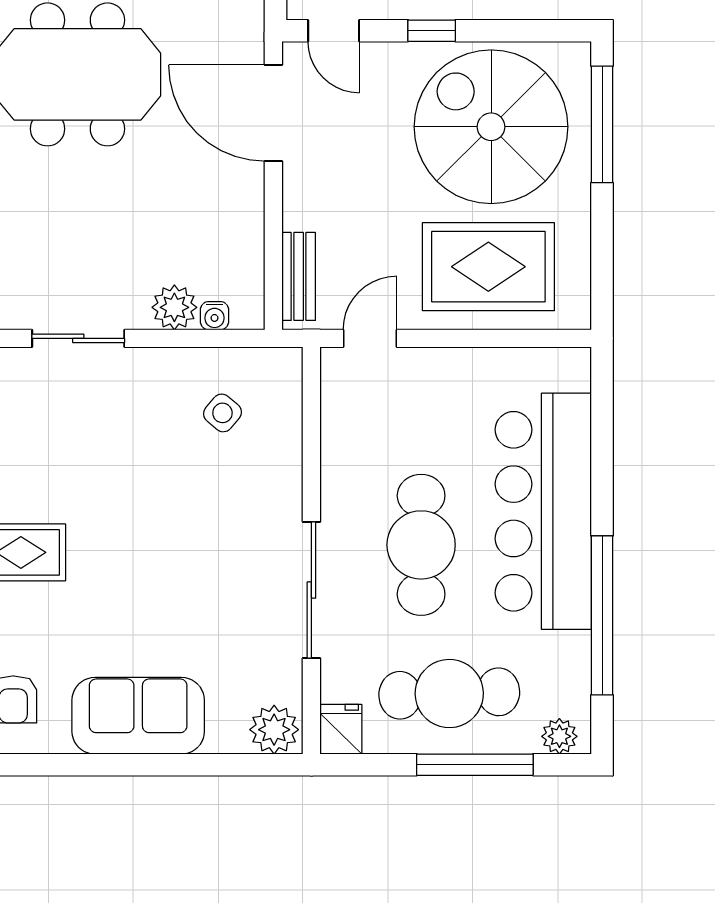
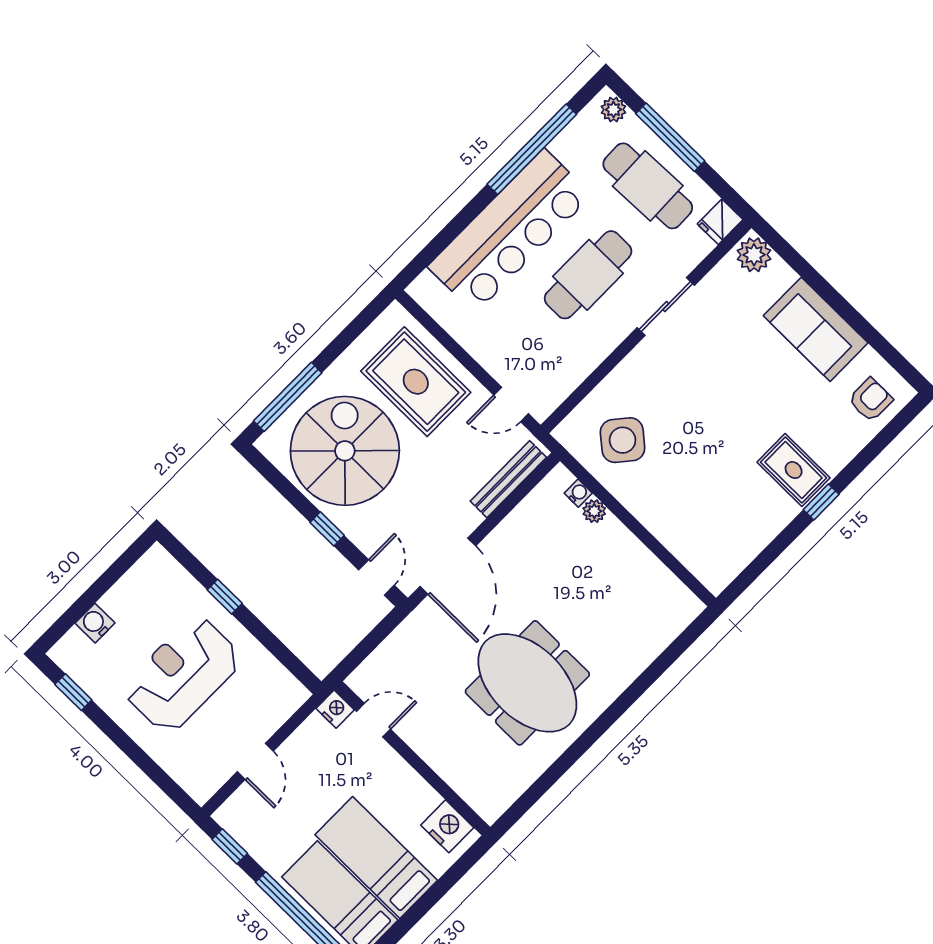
spiral stairs: (491, 127) -> (345, 451), turned 180
bench: (299, 276) -> (508, 479), width x1.36
plant: (174, 307) -> (594, 511), width x0.73, depth x0.73
sliding door: (78, 338) -> (658, 549), removed
side table: (222, 413) -> (623, 440), width x1.87, depth x1.87
sliding door: (311, 590) -> (666, 307), width x0.73

